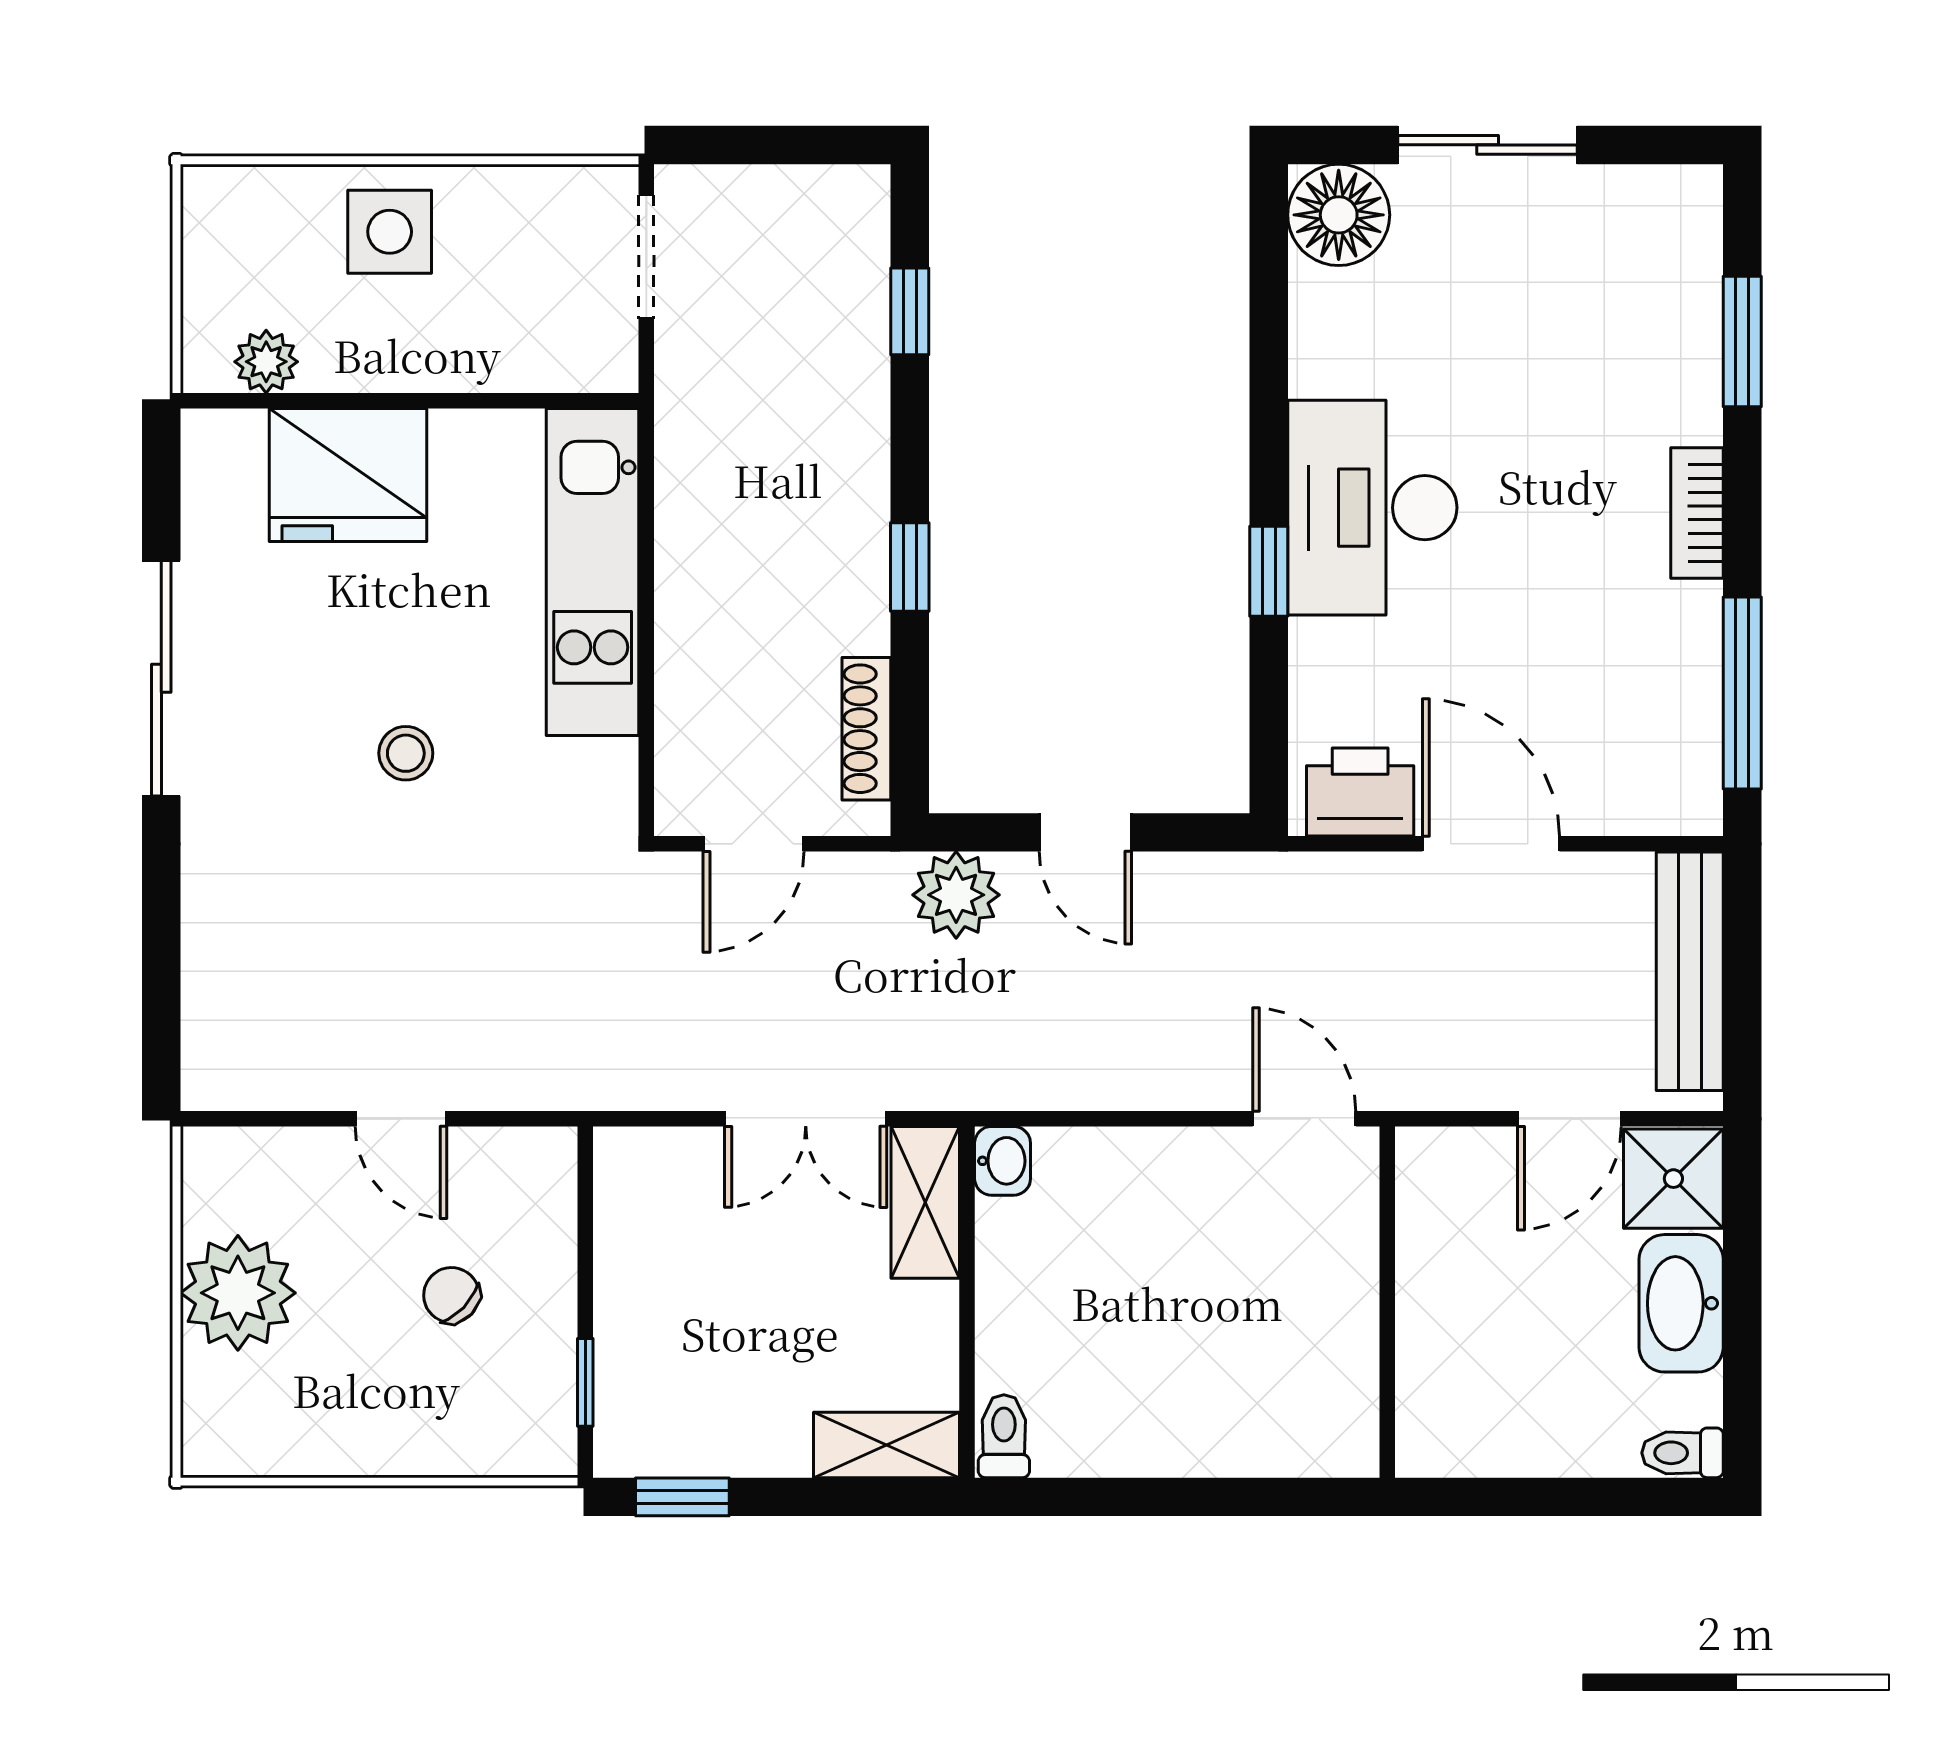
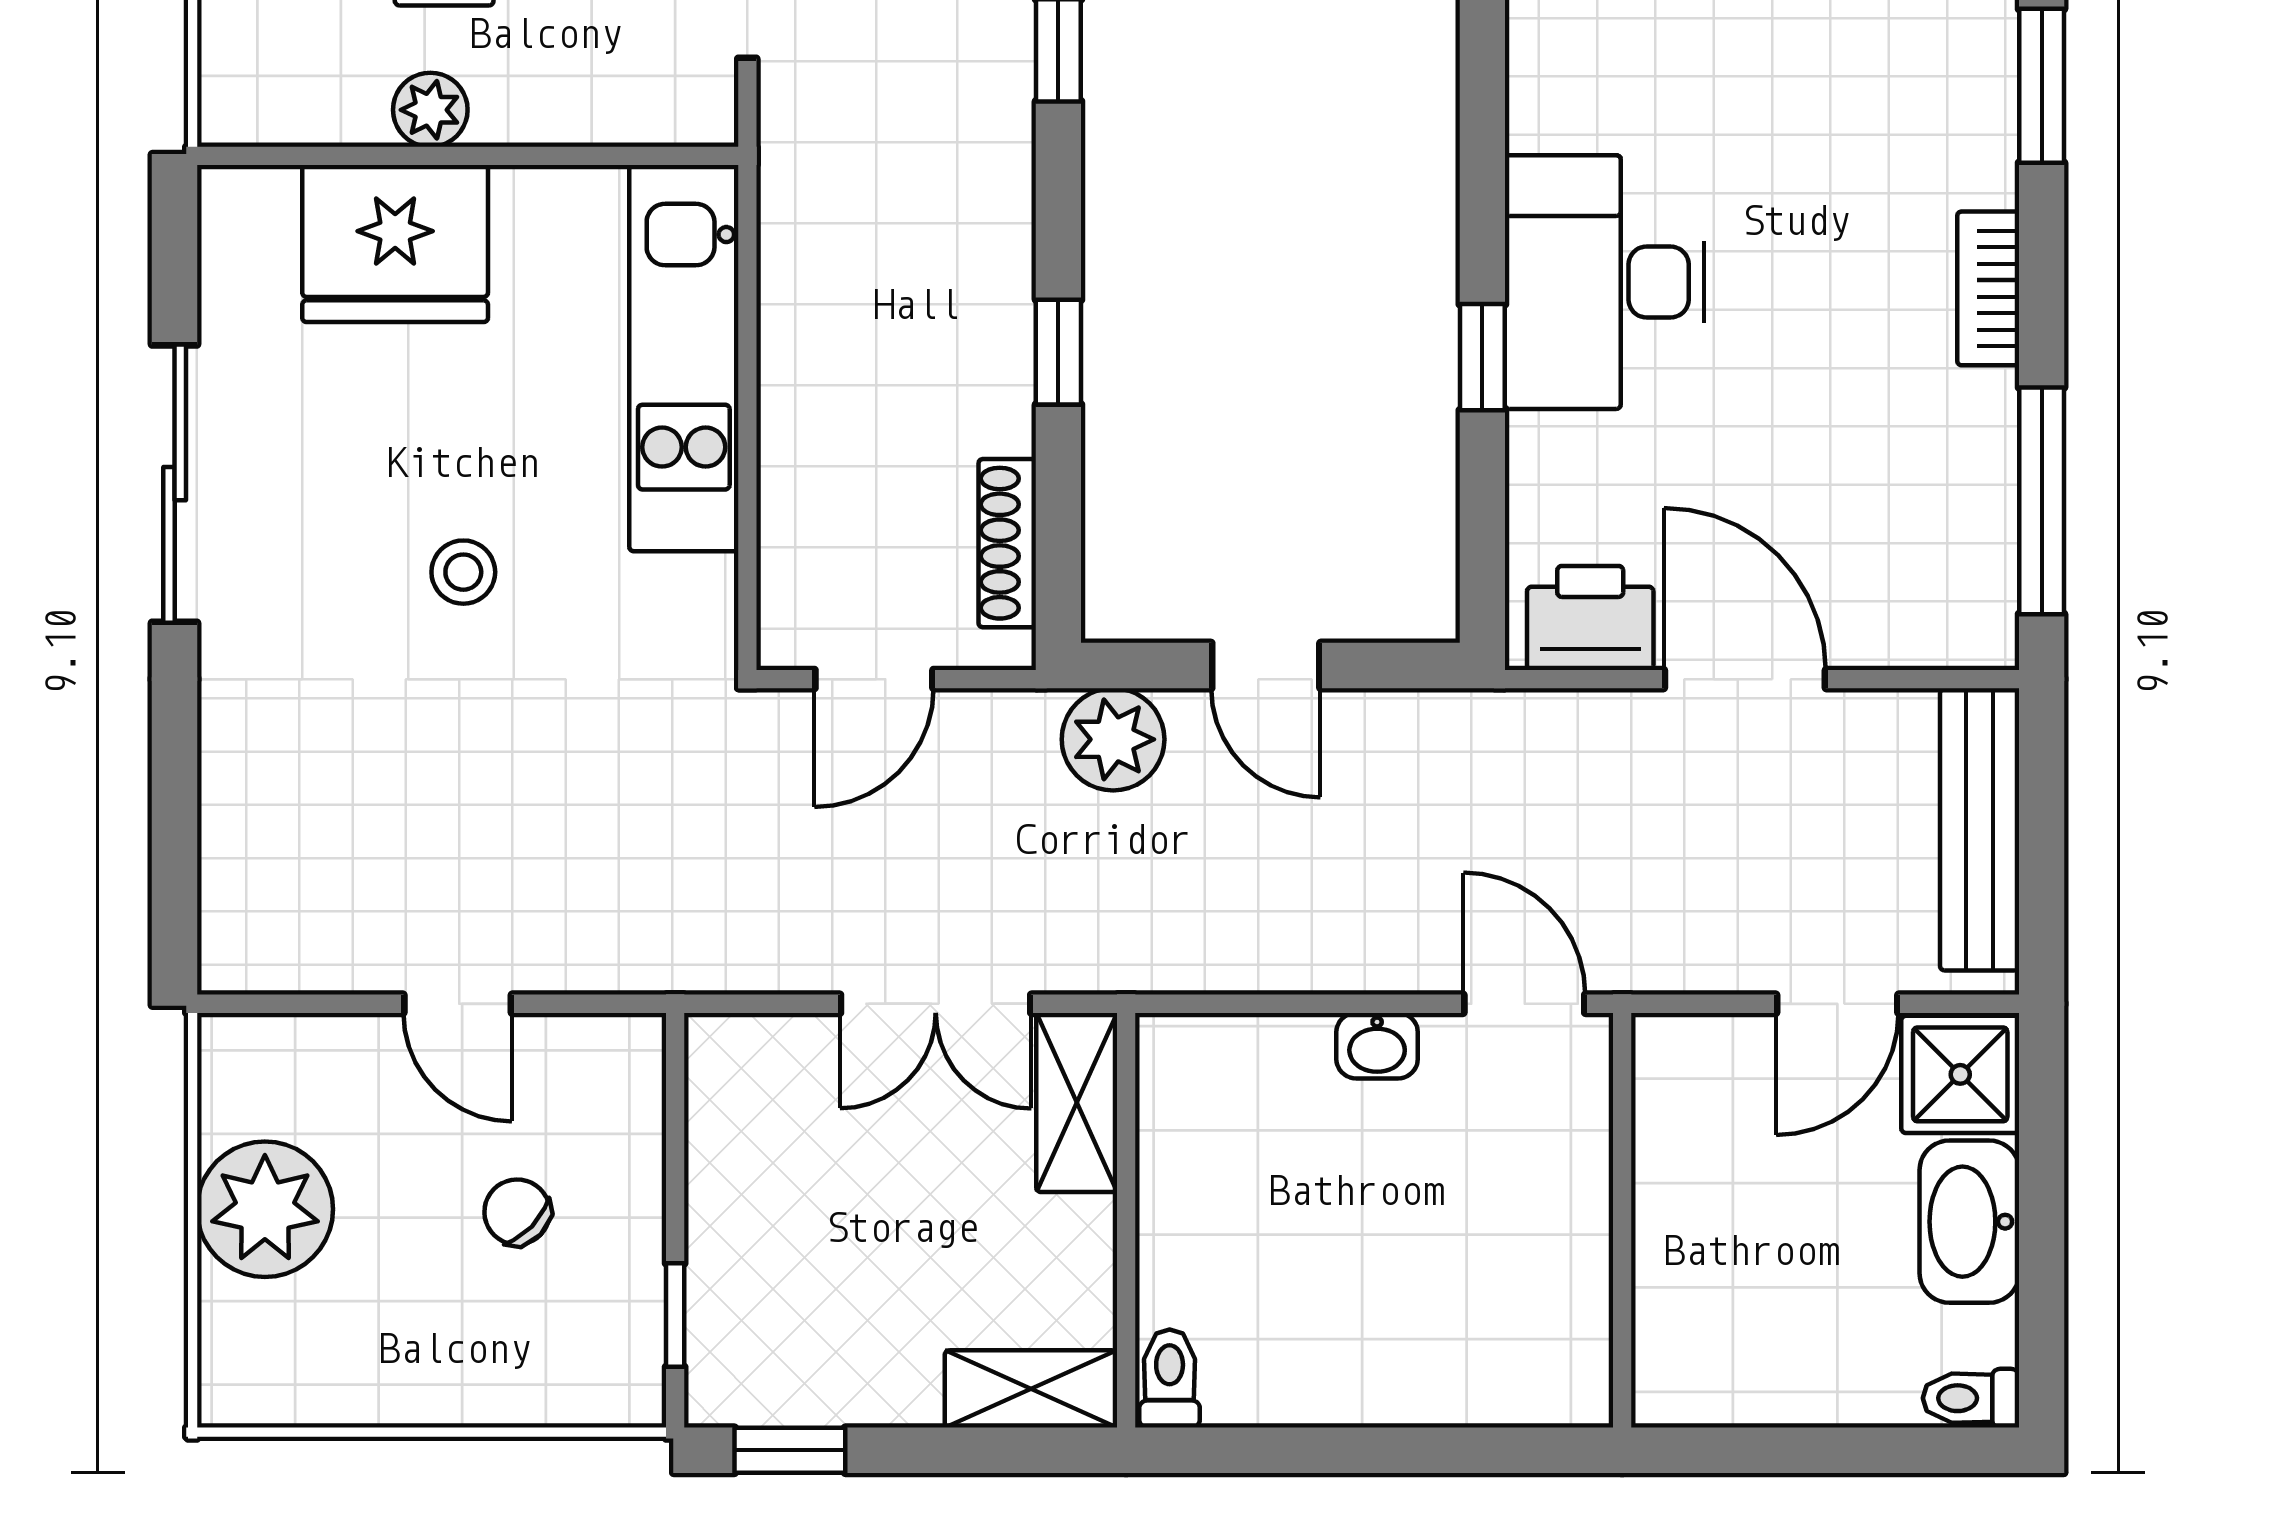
plant: (266, 362) -> (430, 110), moved
washbasin: (1003, 1161) -> (1377, 1046), moved, turned 90

